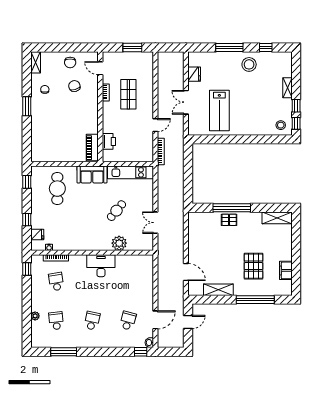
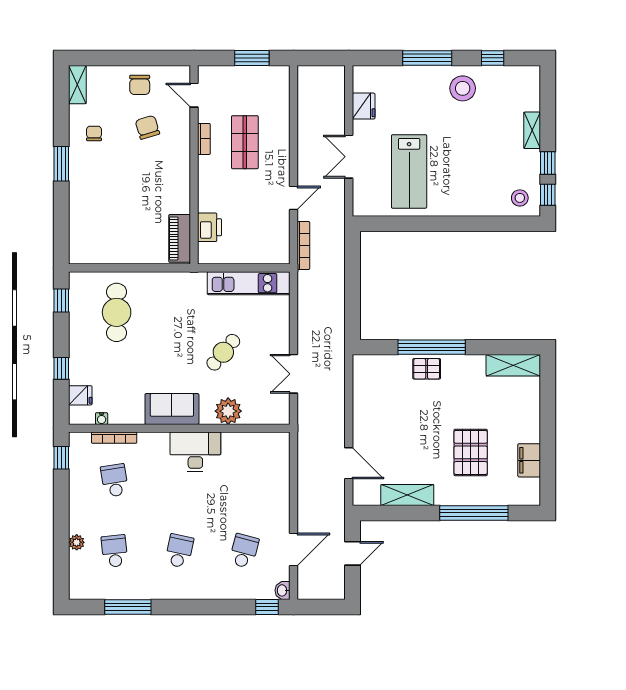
sofa: (92, 175) -> (172, 409), moved, turned 180

